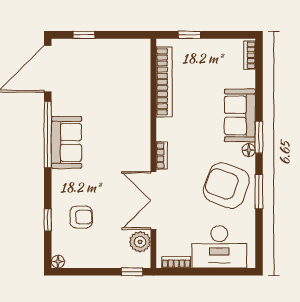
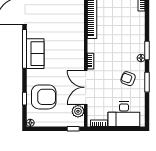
sofa: (240, 115) -> (136, 38), removed
armchair: (226, 186) -> (128, 79), width x0.53, depth x0.53
armchair: (81, 217) -> (44, 97), width x1.88, depth x1.88

